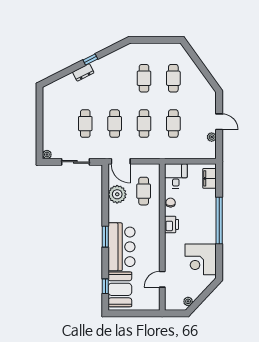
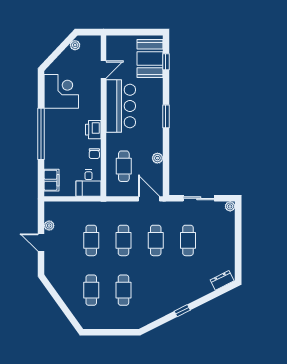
dresser: (83, 72) -> (222, 280), moved
plant: (117, 194) -> (157, 158), width x0.53, depth x0.53
bar counter: (122, 247) -> (121, 106), moved, turned 180

